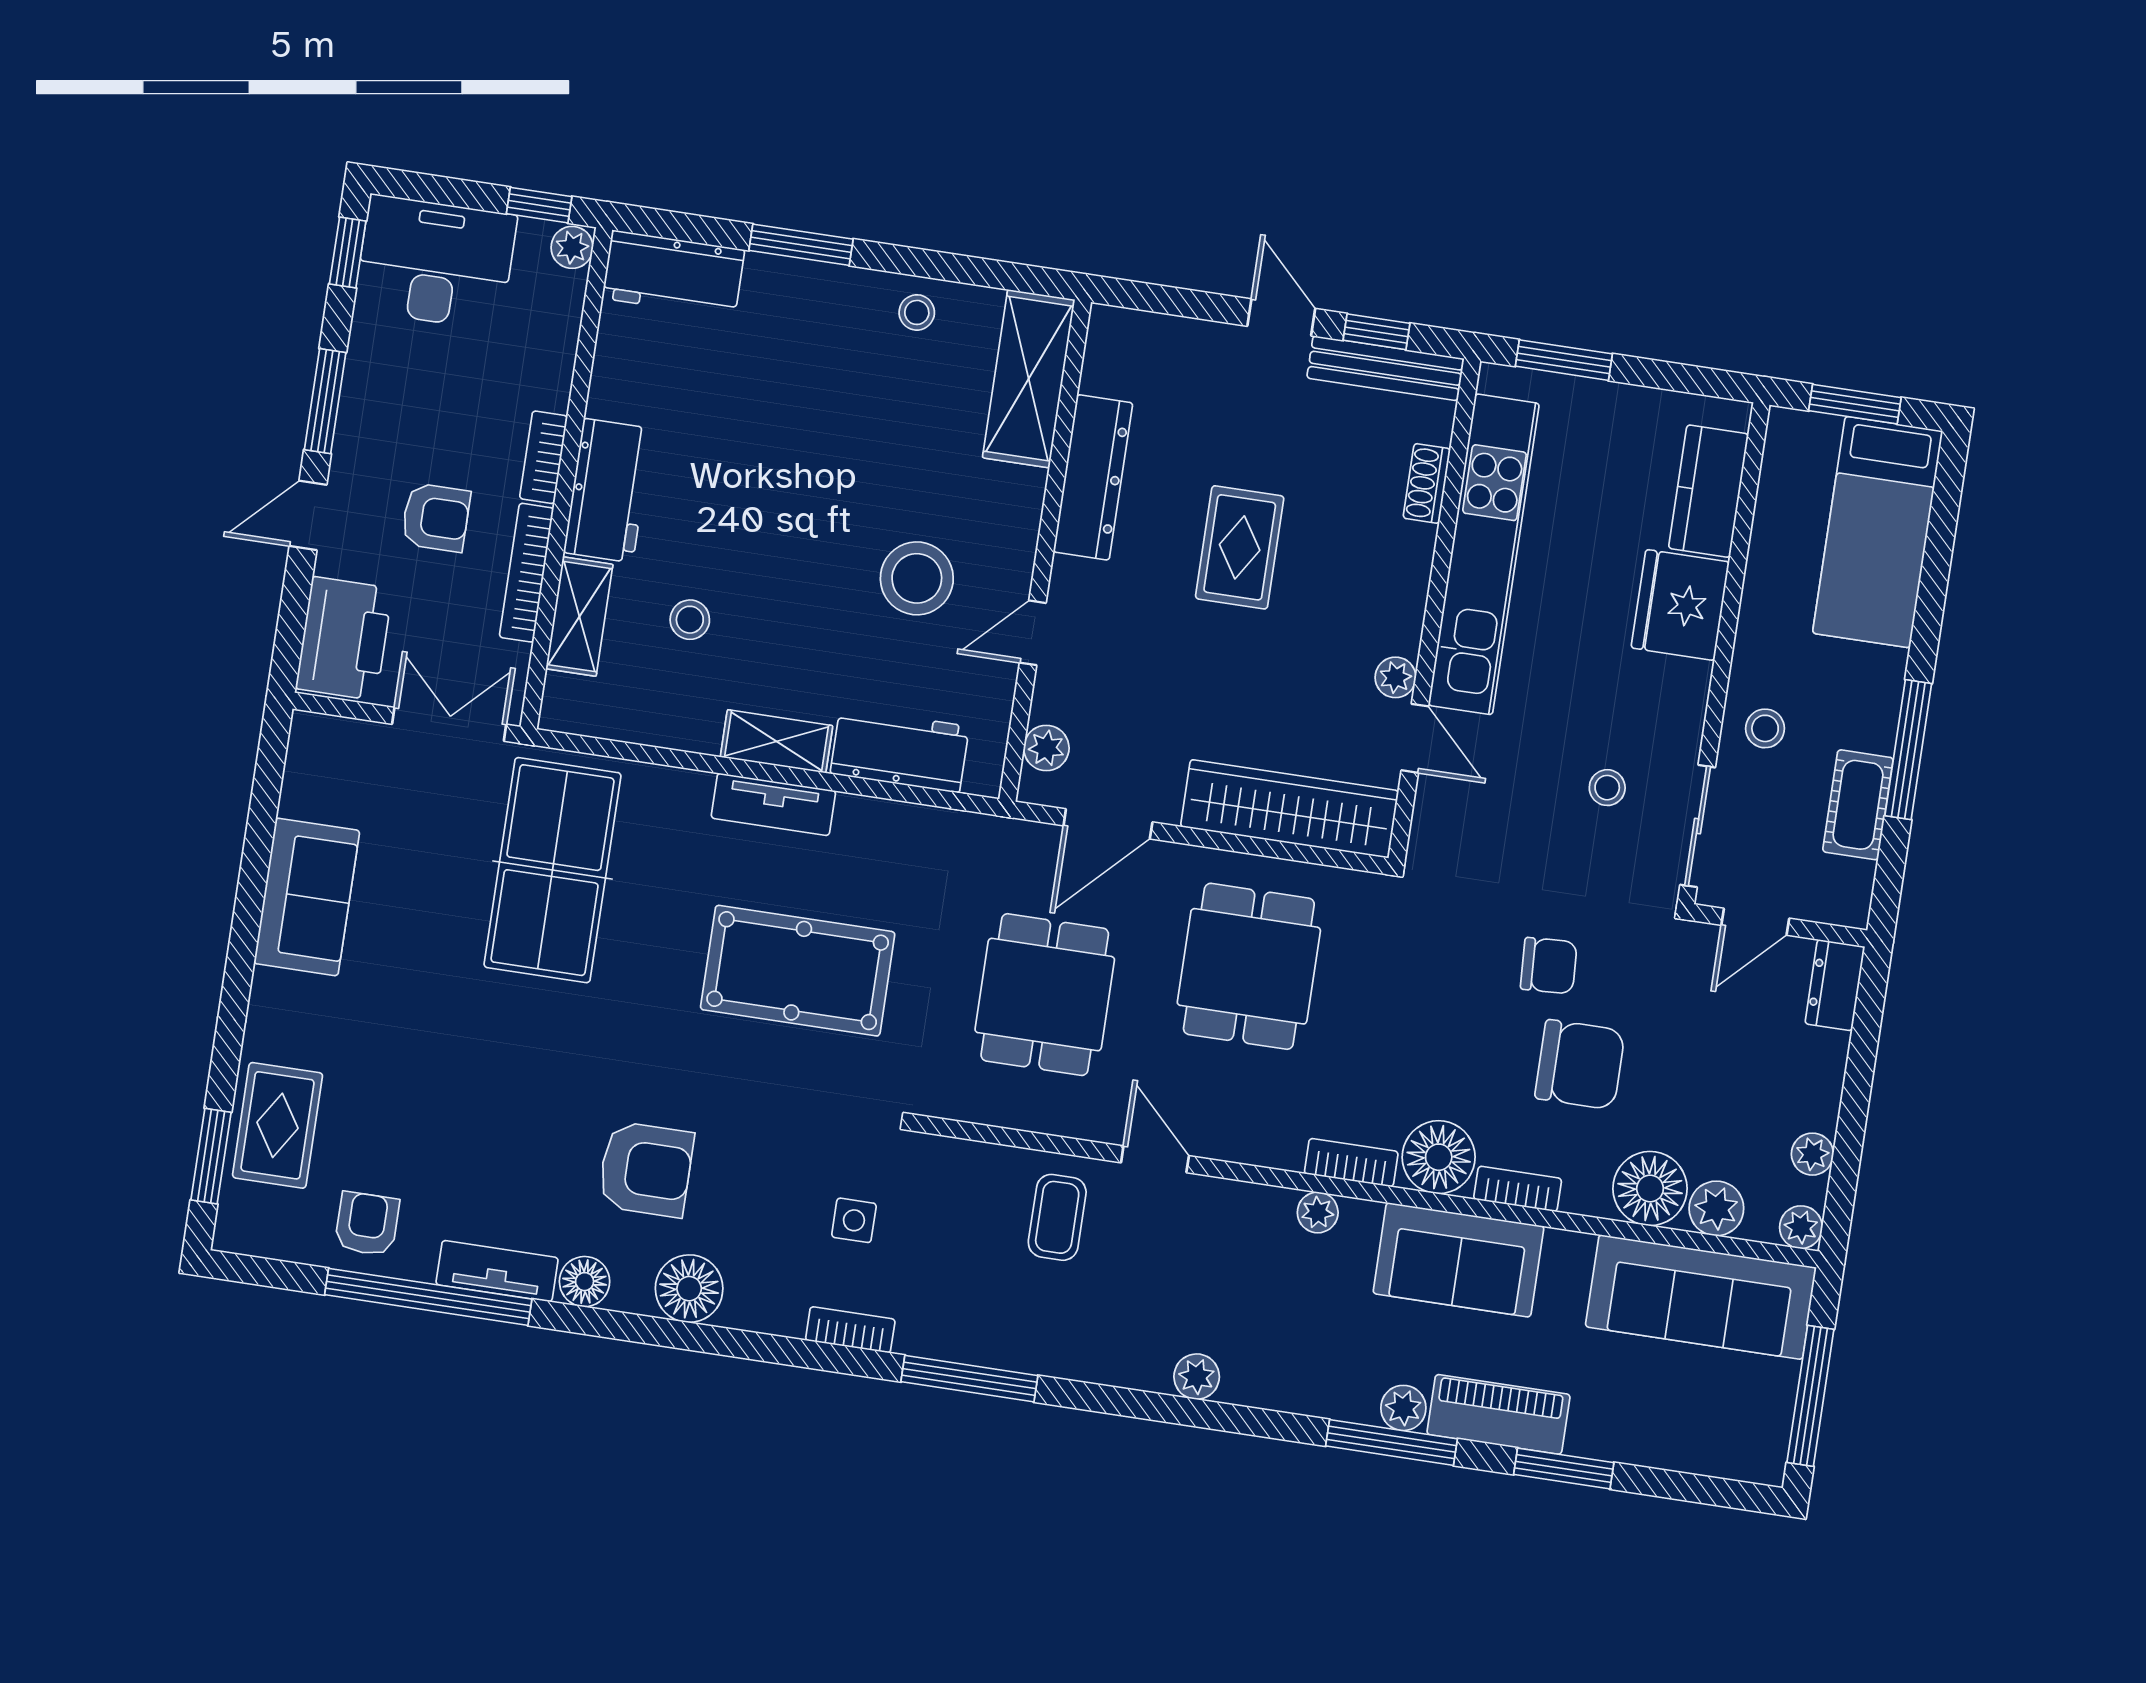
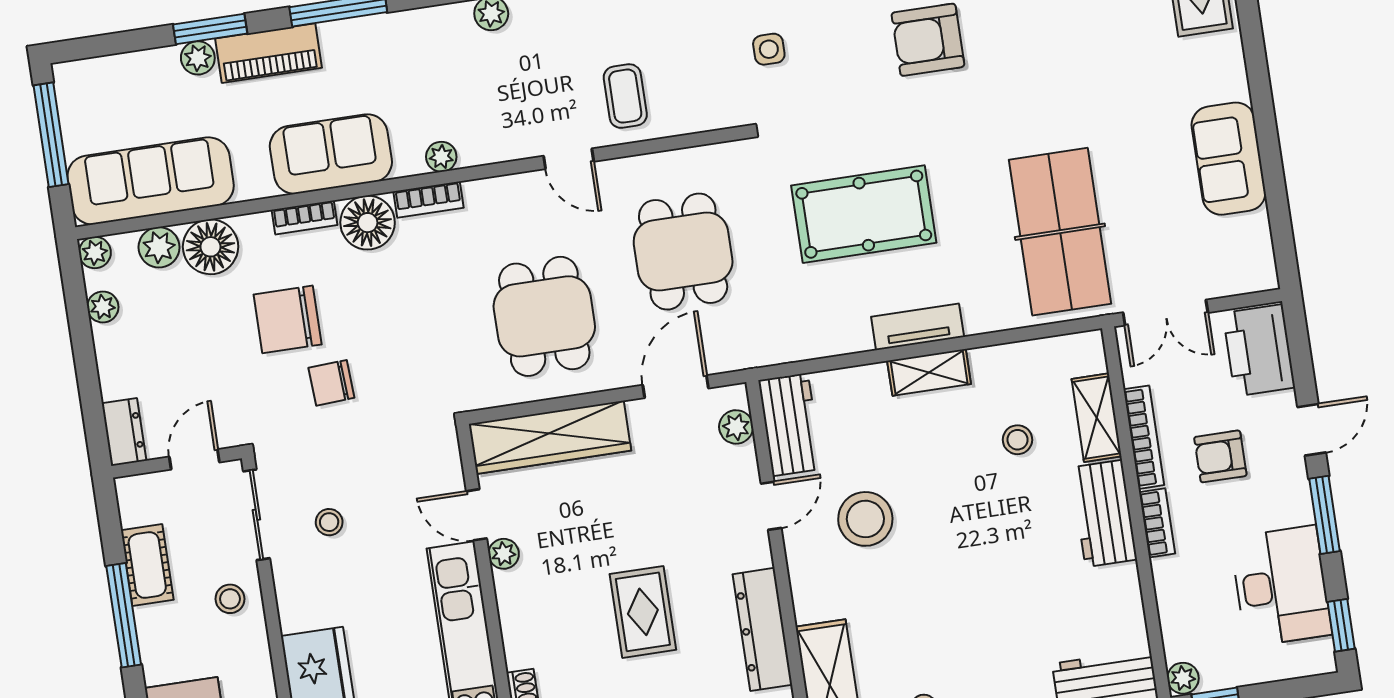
desk: (435, 262) -> (1281, 586), moved, turned -90
workbench: (900, 750) -> (790, 425), moved, turned -90
plant: (1403, 1408) -> (198, 58), moved

